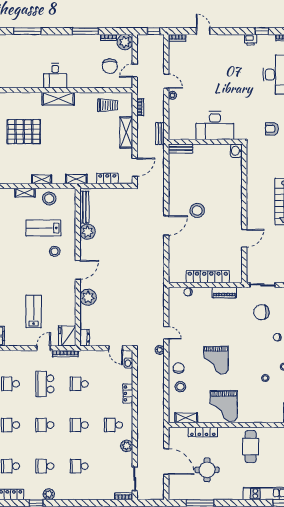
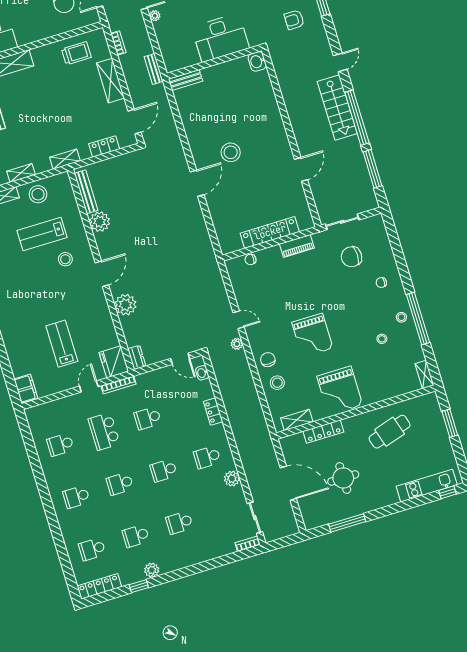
cafe table: (251, 447) -> (390, 432), turned 73

